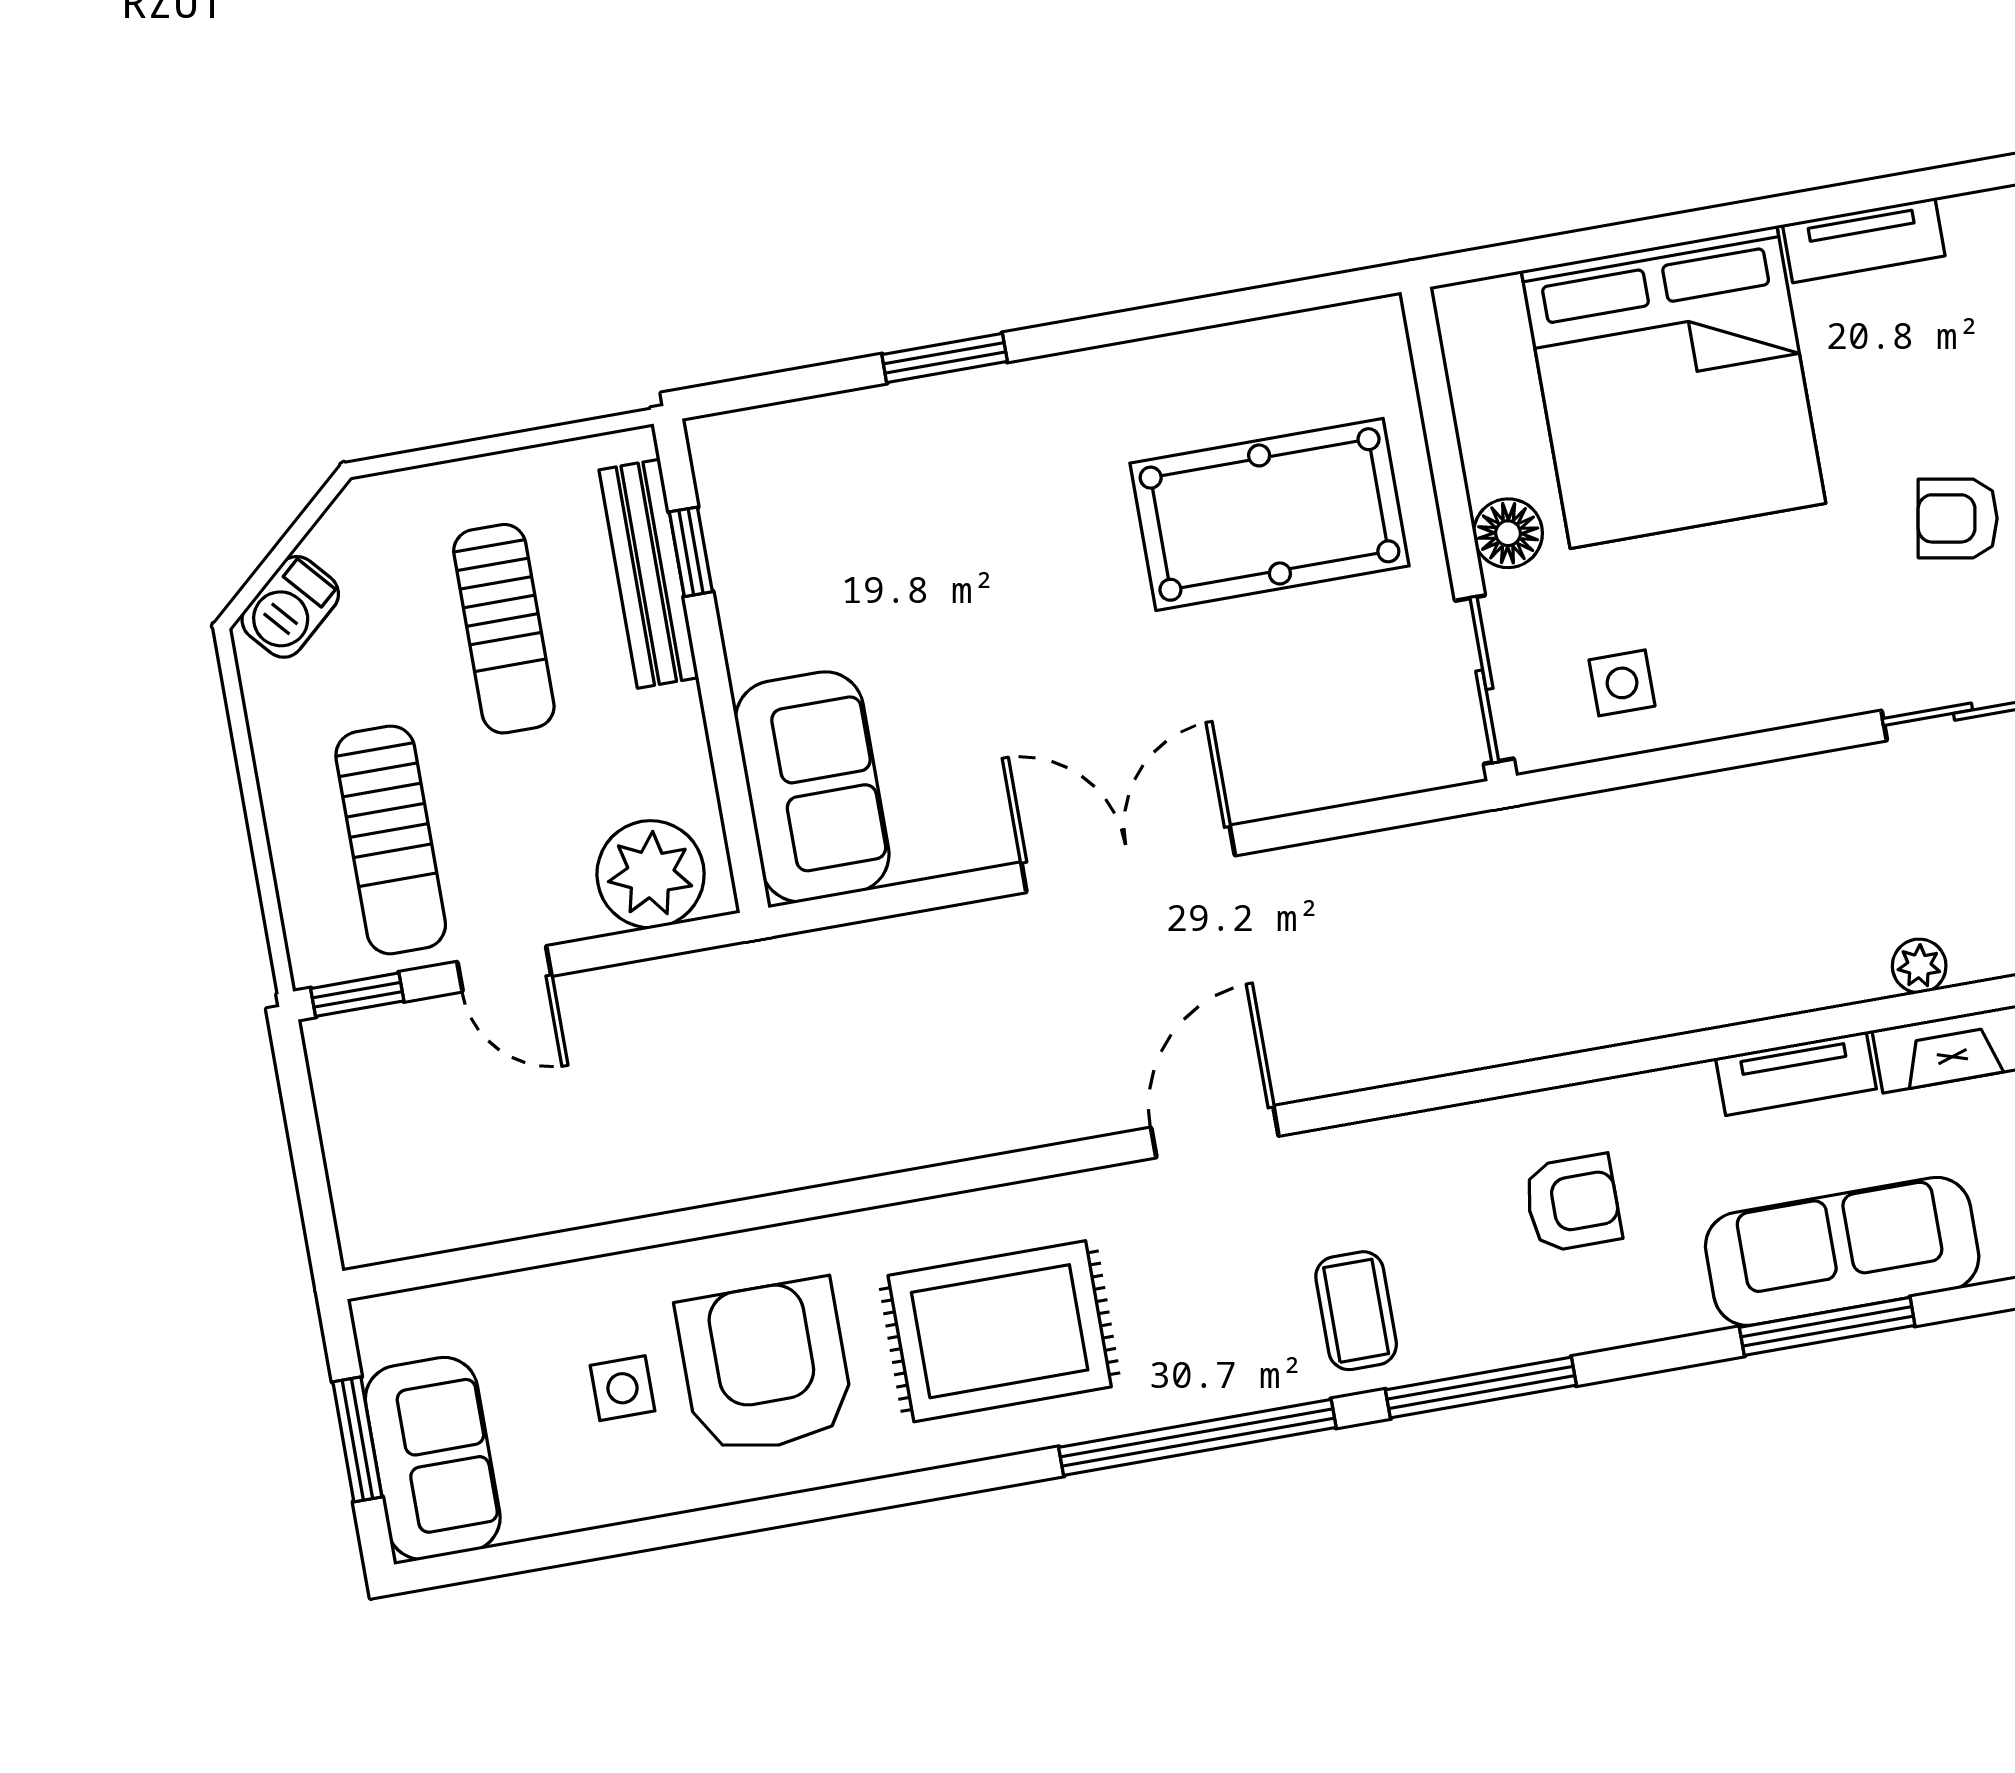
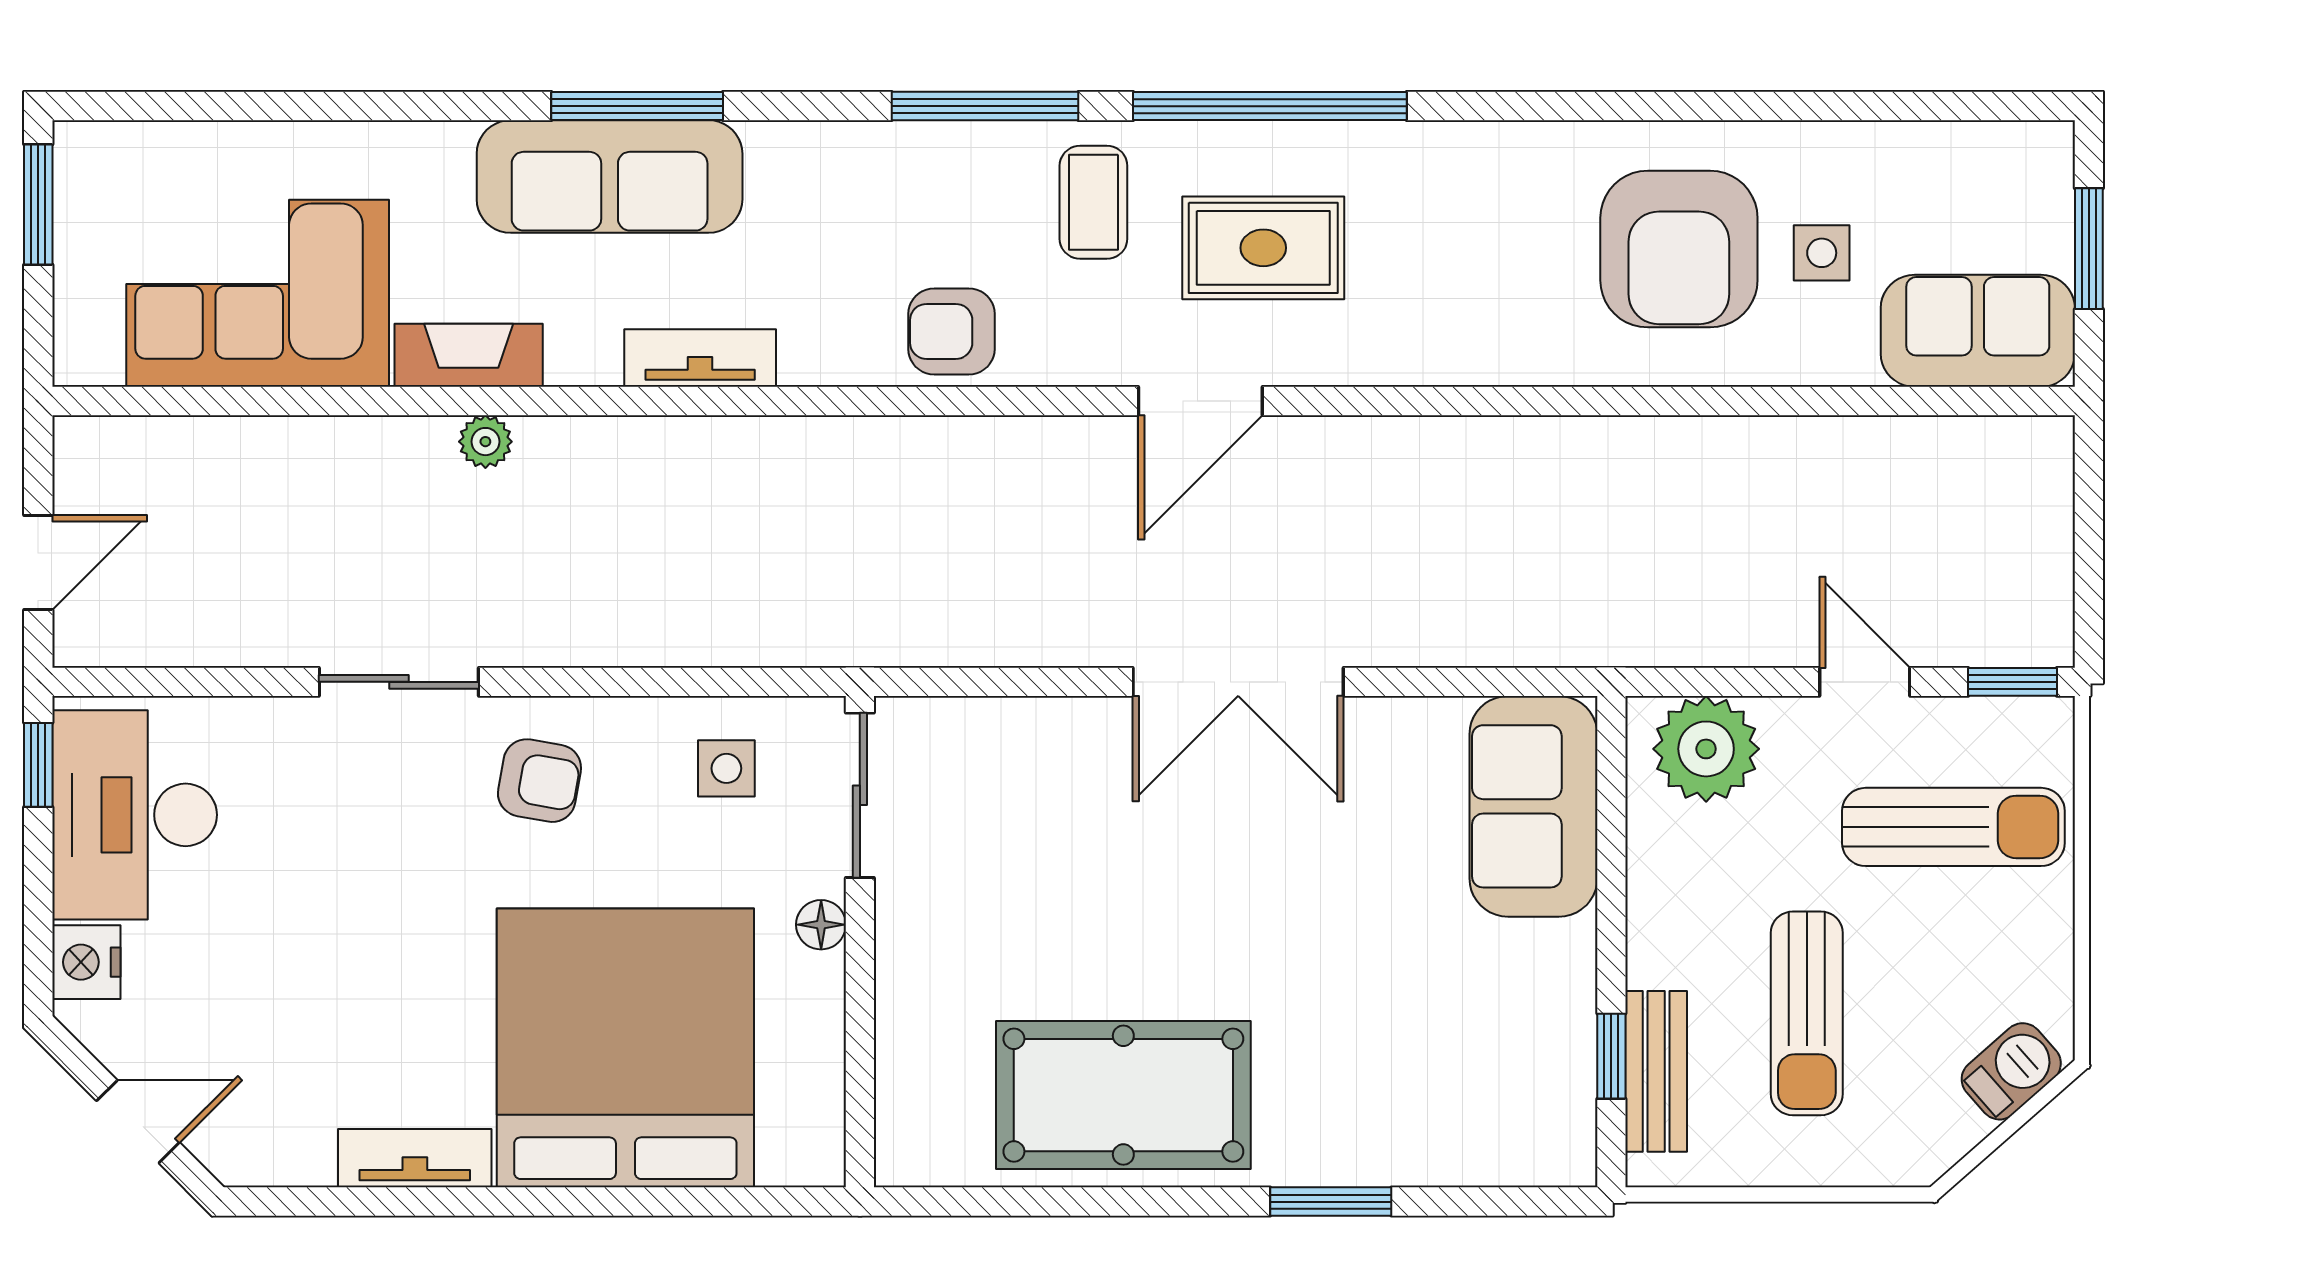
pool table: (1270, 514) -> (1123, 1095), moved
armchair: (1958, 518) -> (539, 781), moved
floor lamp: (1508, 533) -> (821, 925), width x0.73, depth x0.73
bench: (649, 574) -> (1656, 1071), width x0.73
sun lounger: (504, 629) -> (1807, 1013), turned 180
sun lounger: (391, 840) -> (1953, 827), turned 90
tv unit: (1796, 1073) -> (700, 358), moved
armchair: (1573, 1203) -> (952, 331), moved
rug: (1000, 1331) -> (1263, 248), moved, width x0.73, depth x0.70
sofa: (433, 1458) -> (1978, 331), moved, turned 90

